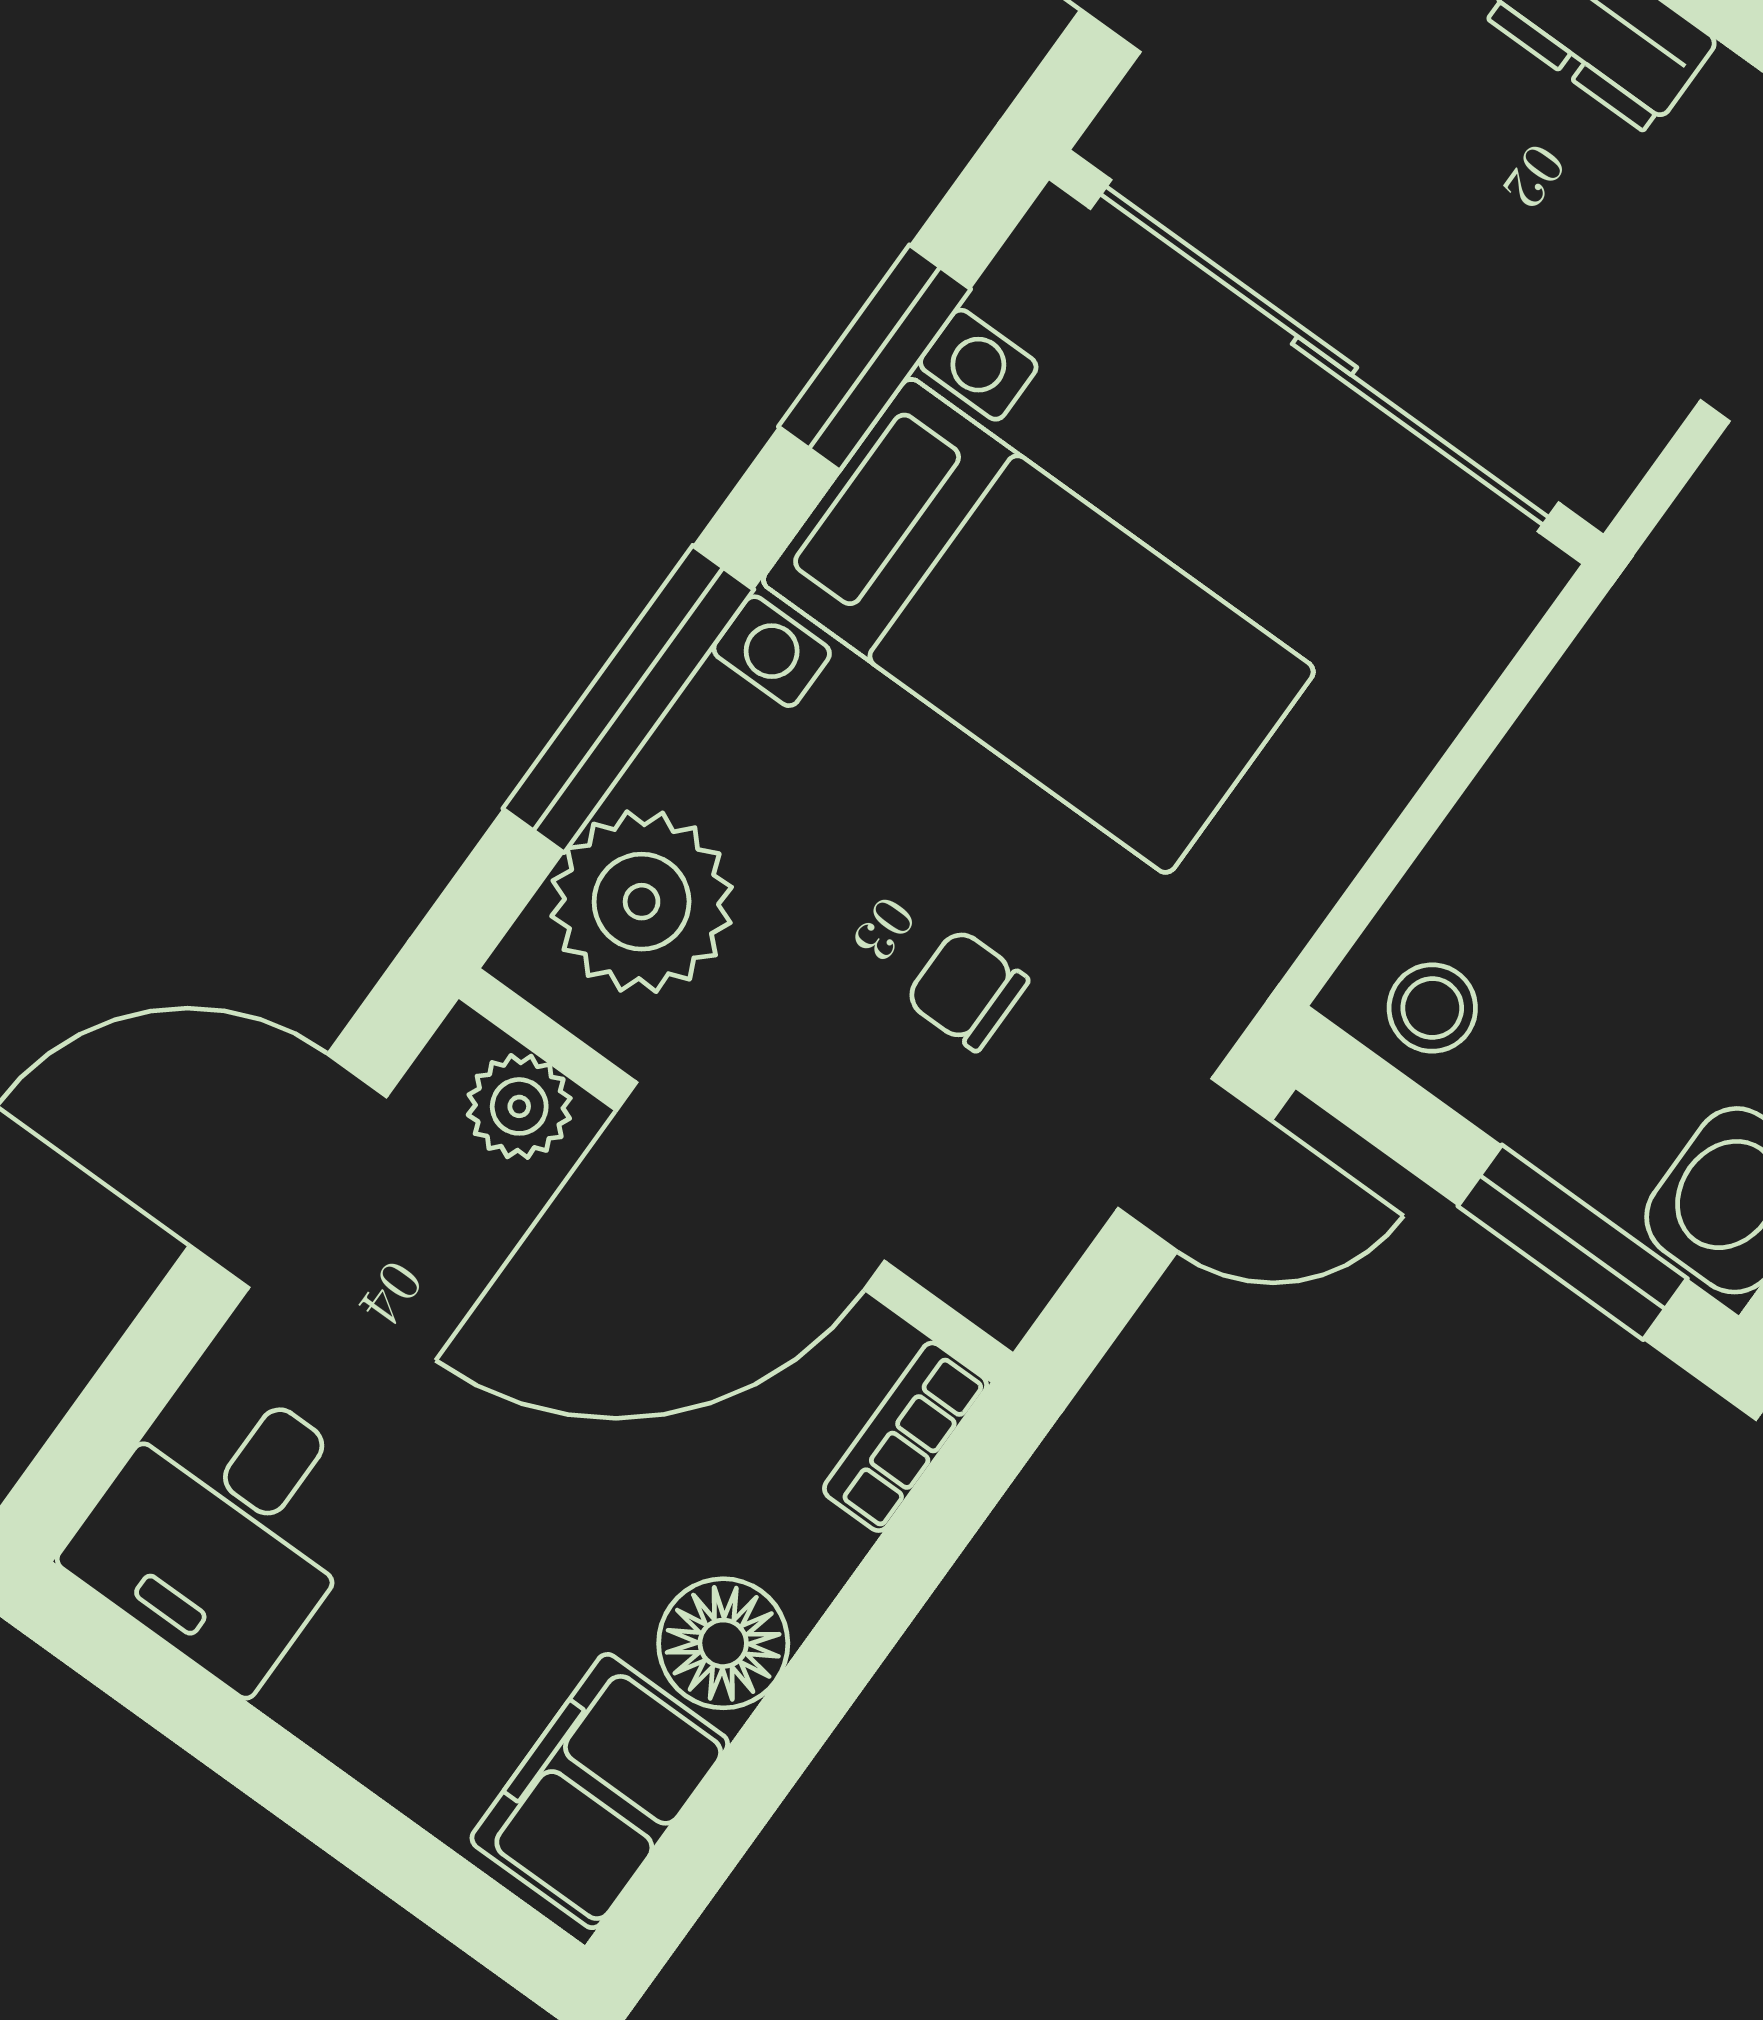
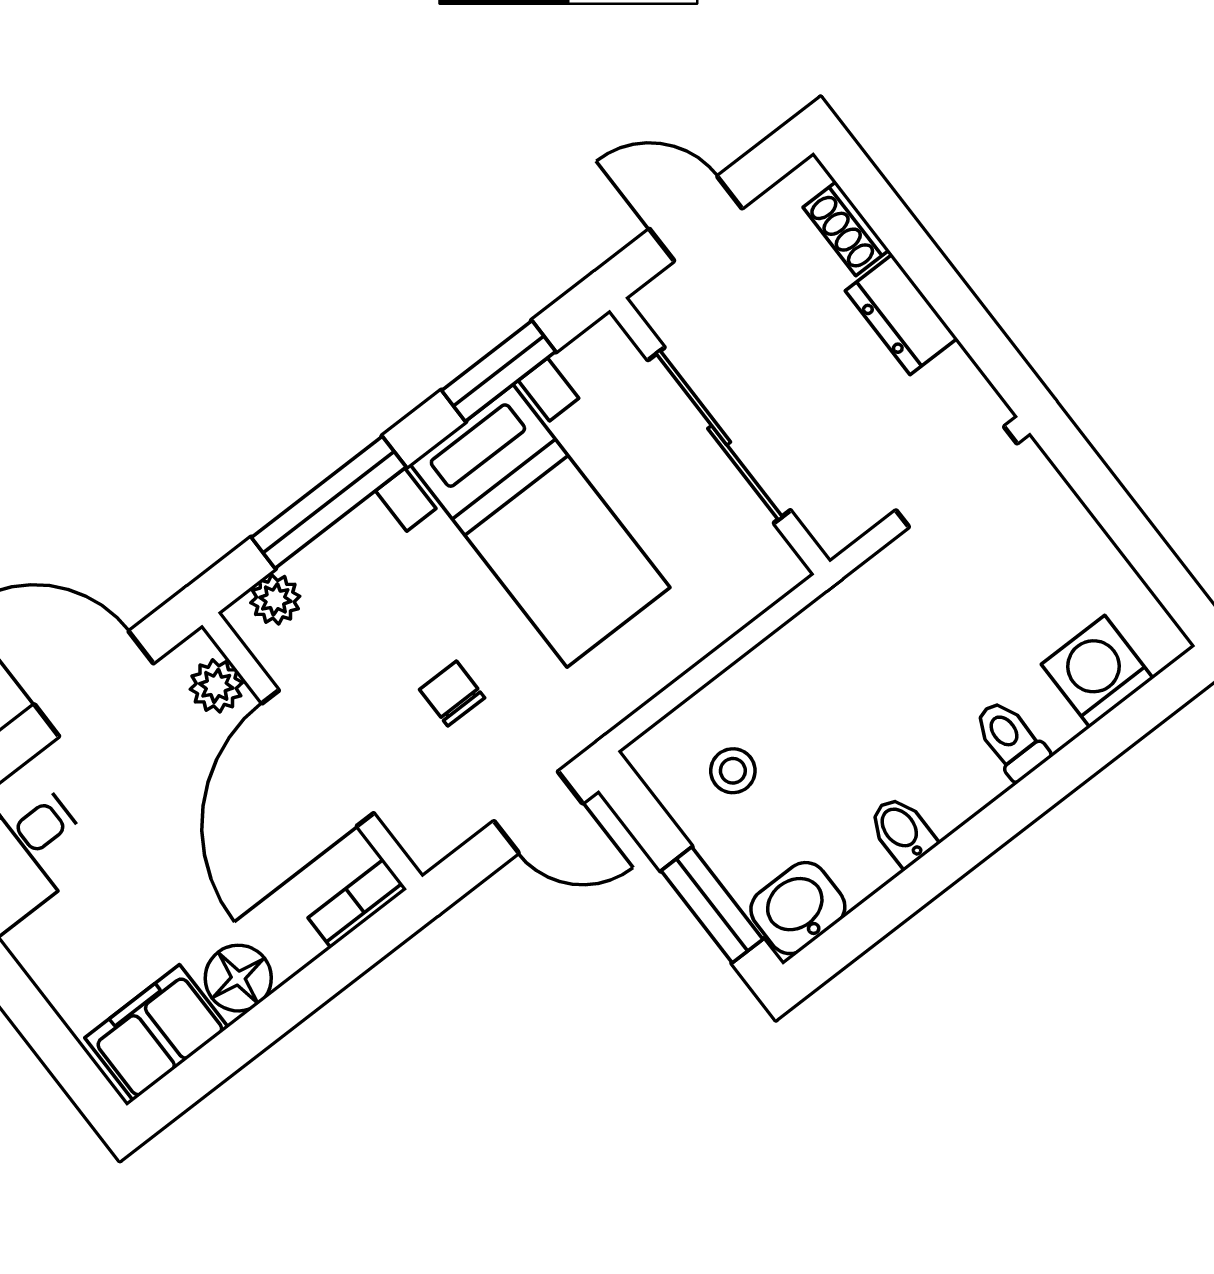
sliding door: (1325, 356) -> (719, 435), width x0.73
plant: (642, 902) -> (275, 599), width x0.53, depth x0.53
stool: (1432, 1008) -> (733, 771), moved
door: (750, 1186) -> (318, 758), hinge flipped

